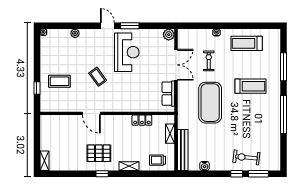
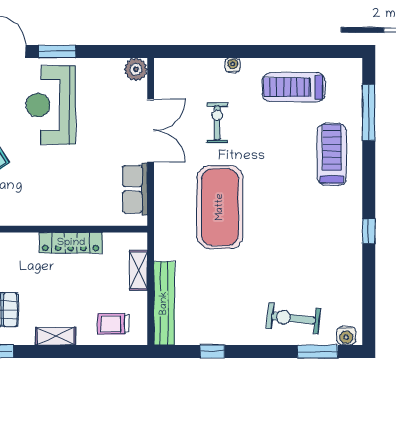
reception desk: (127, 52) -> (51, 105), turned 180
window: (284, 67) -> (369, 112), moved
treadmill: (250, 86) -> (332, 154), moved, turned -90
window: (284, 114) -> (369, 231), width x0.32
locker: (142, 120) -> (71, 243), width x1.53
water cooler: (205, 166) -> (346, 336), moved
window: (237, 174) -> (212, 351), moved

